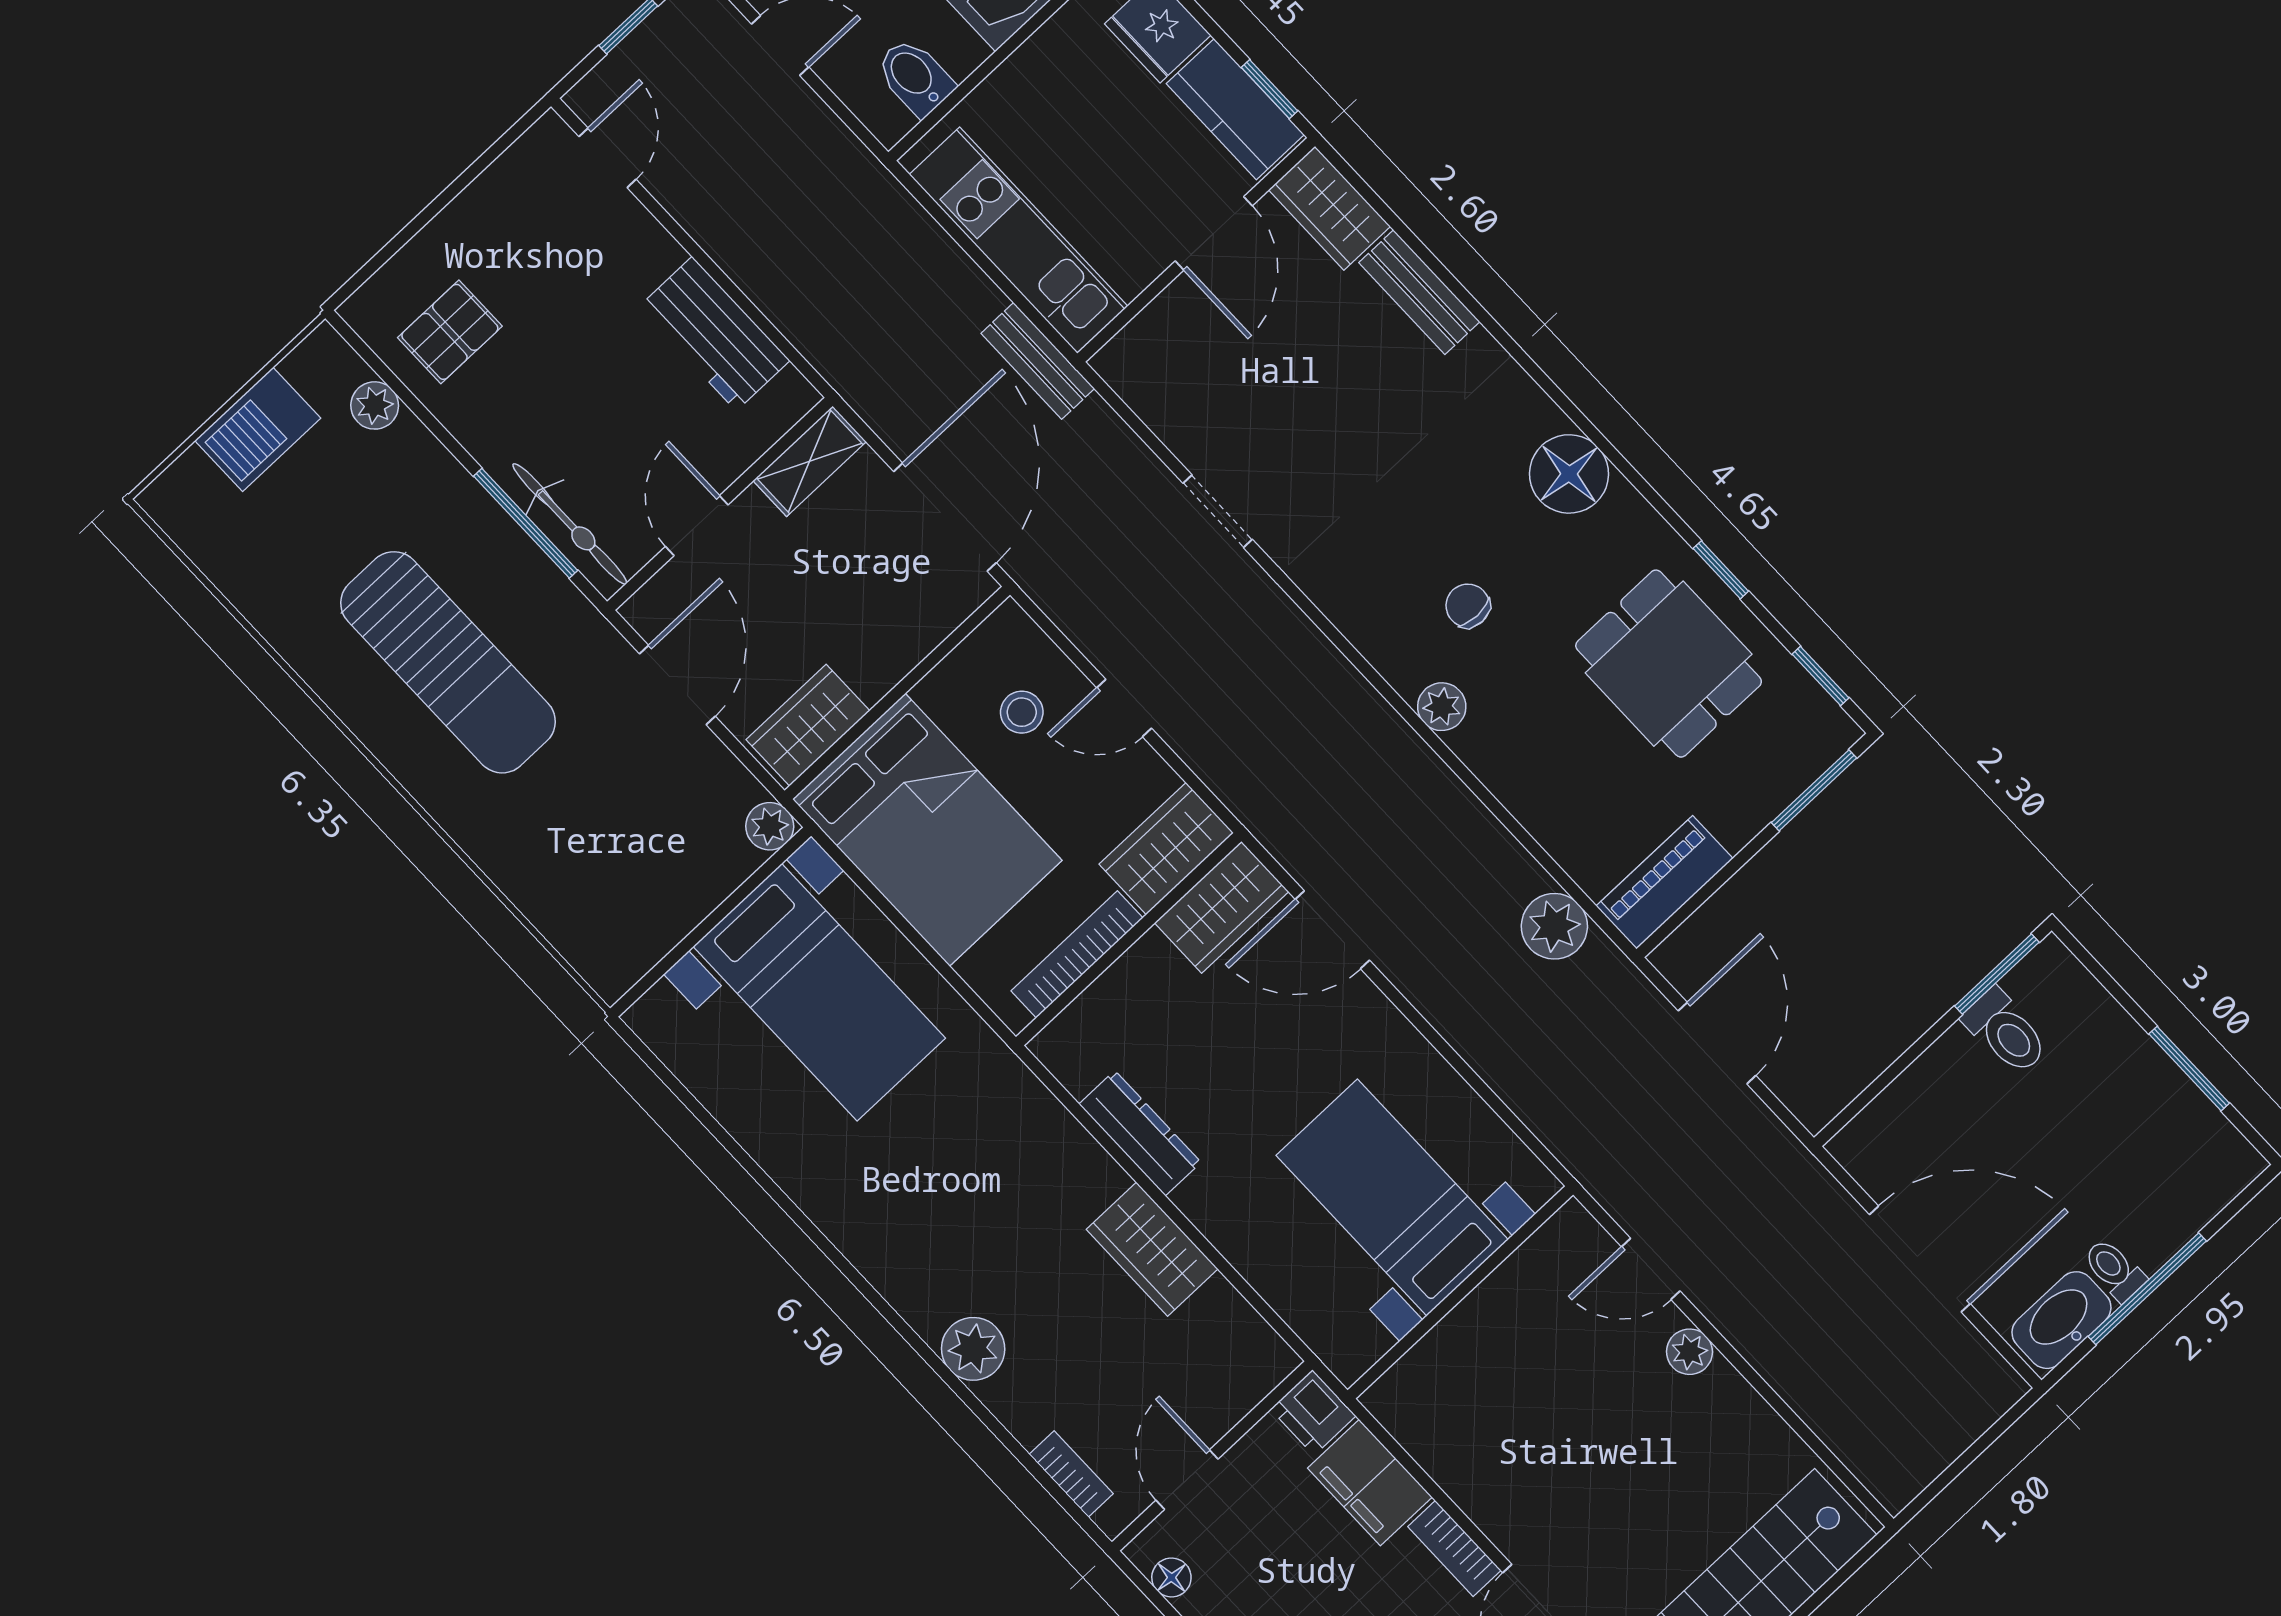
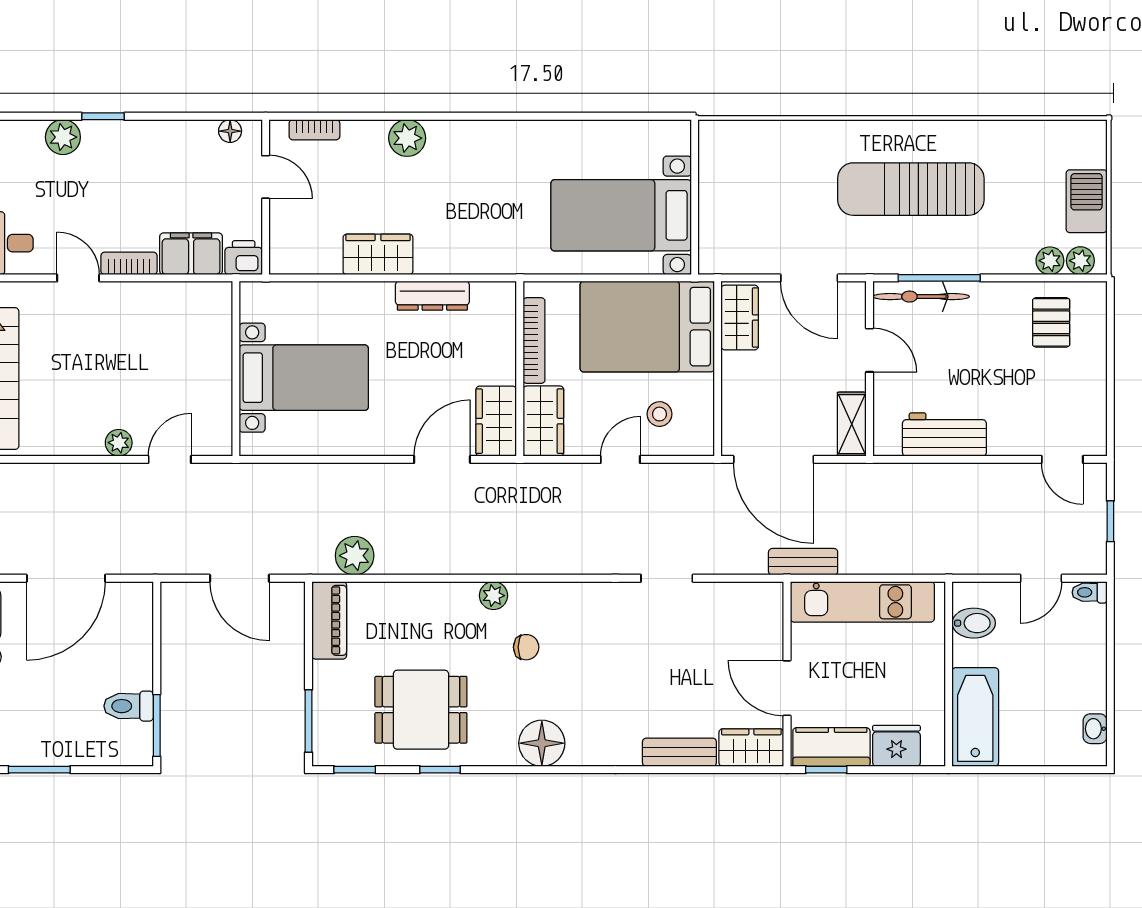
plant: (770, 826) -> (1080, 261), moved

